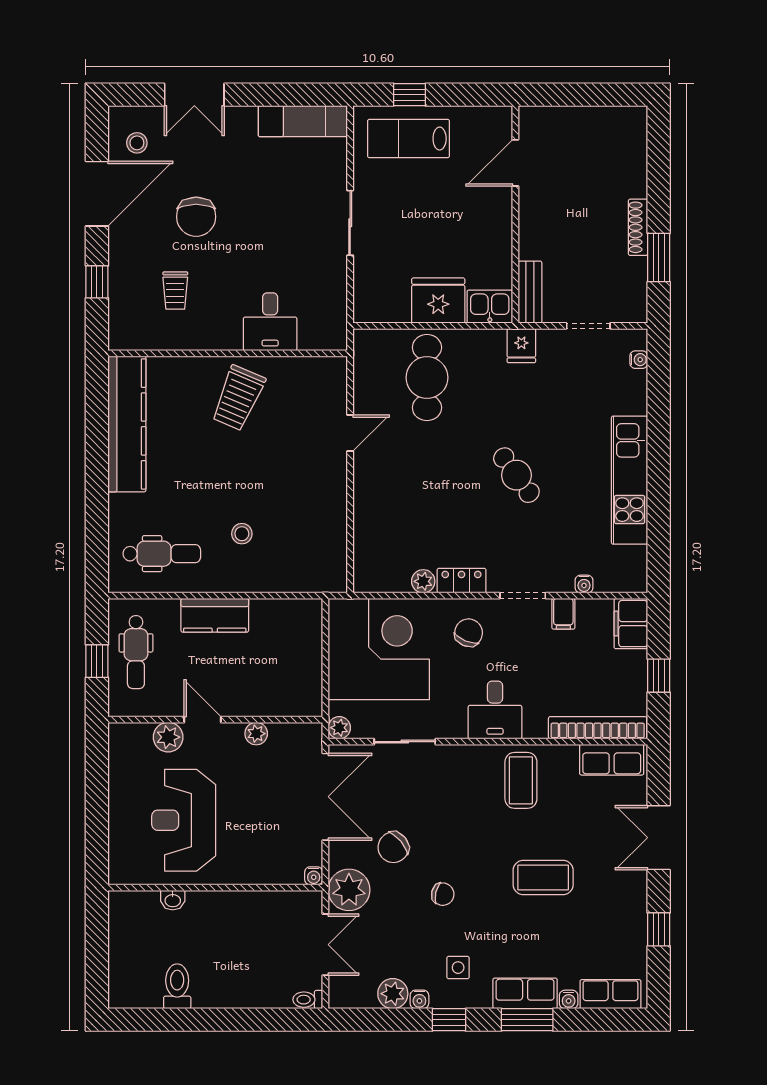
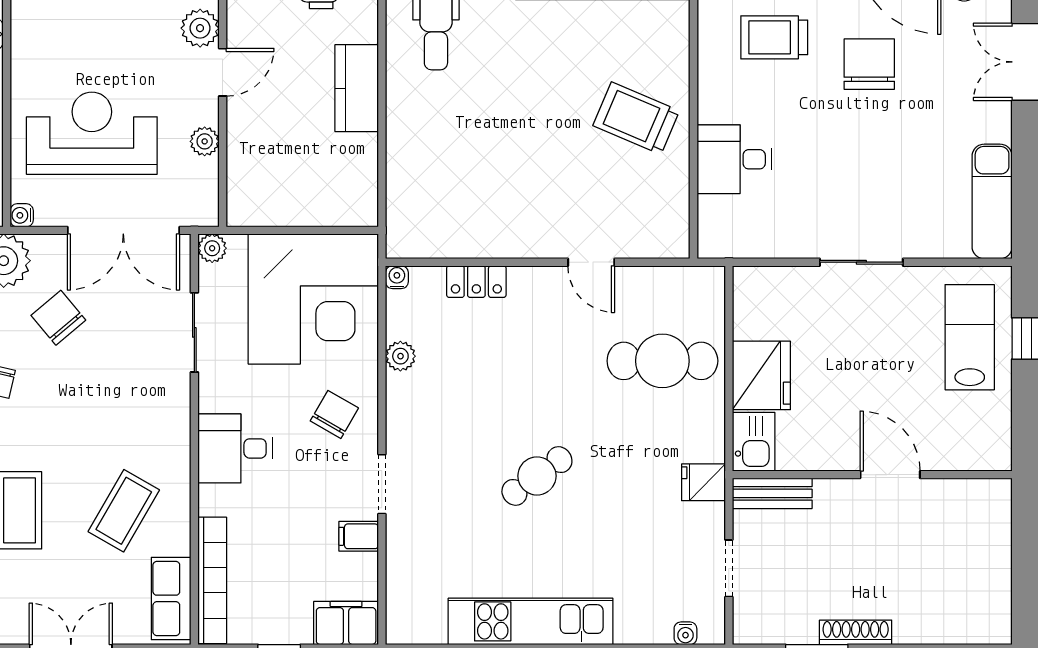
door: (515, 163) -> (890, 475), moved
chair: (196, 217) -> (869, 64), turned 90
trolley: (175, 291) -> (774, 37), width x1.36, depth x1.39
stool: (242, 534) -> (462, 123), removed
locker: (461, 581) -> (476, 282), moved, turned 90
water cooler: (584, 584) -> (397, 277), moved, turned 90
chair: (469, 633) -> (334, 414), turned -83
coffee table: (521, 780) -> (124, 511), moved, turned -60
reception desk: (184, 820) -> (92, 133), moved

